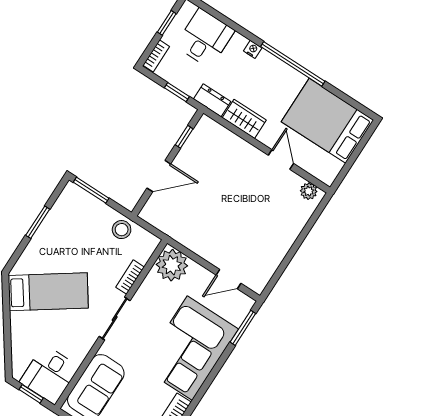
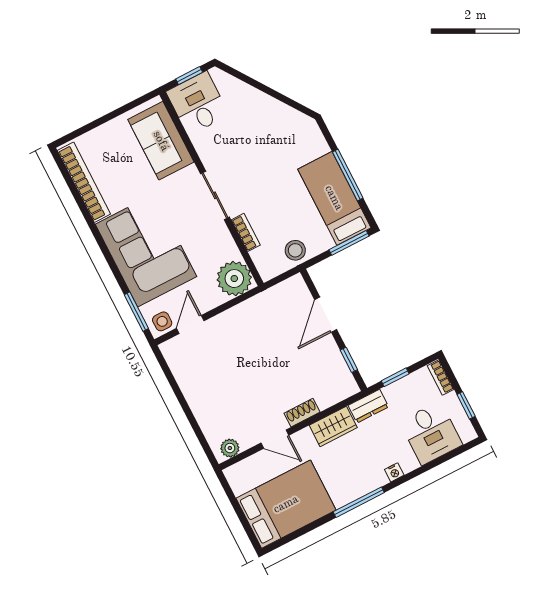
window: (293, 64) -> (359, 502), width x0.68
shoe rack: (248, 150) -> (302, 413), added
window: (38, 222) -> (348, 175), width x1.44
bed: (48, 292) -> (334, 198), moved, turned 125
side table: (239, 303) -> (162, 321), added

